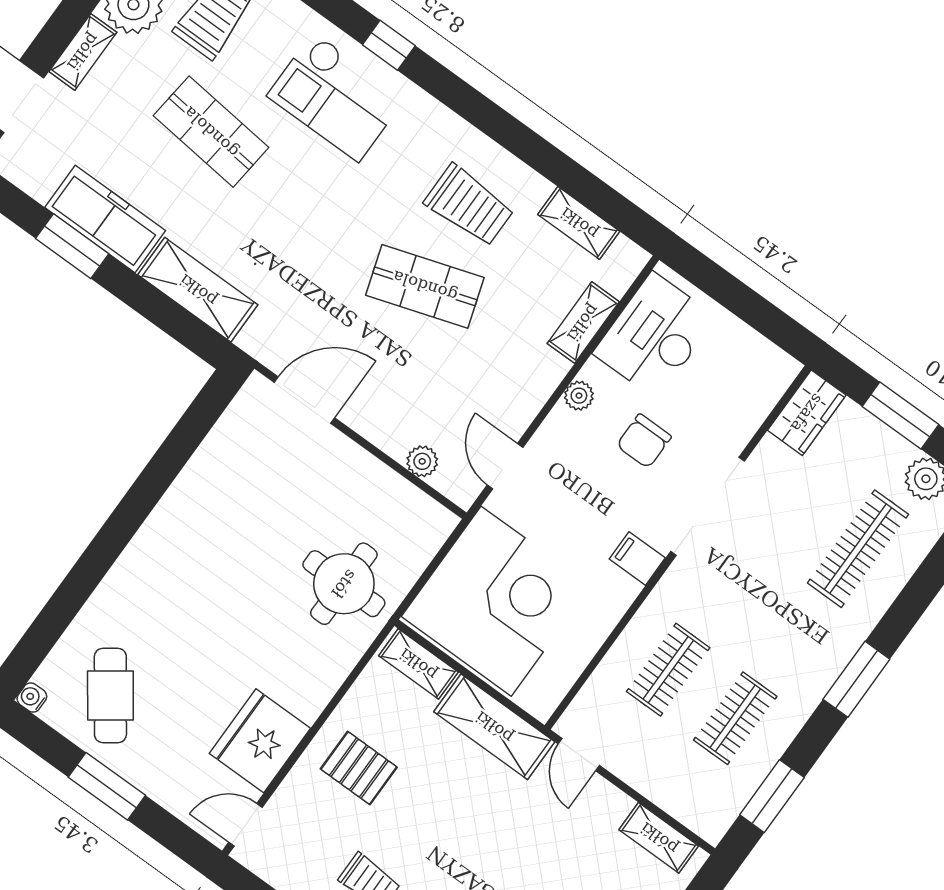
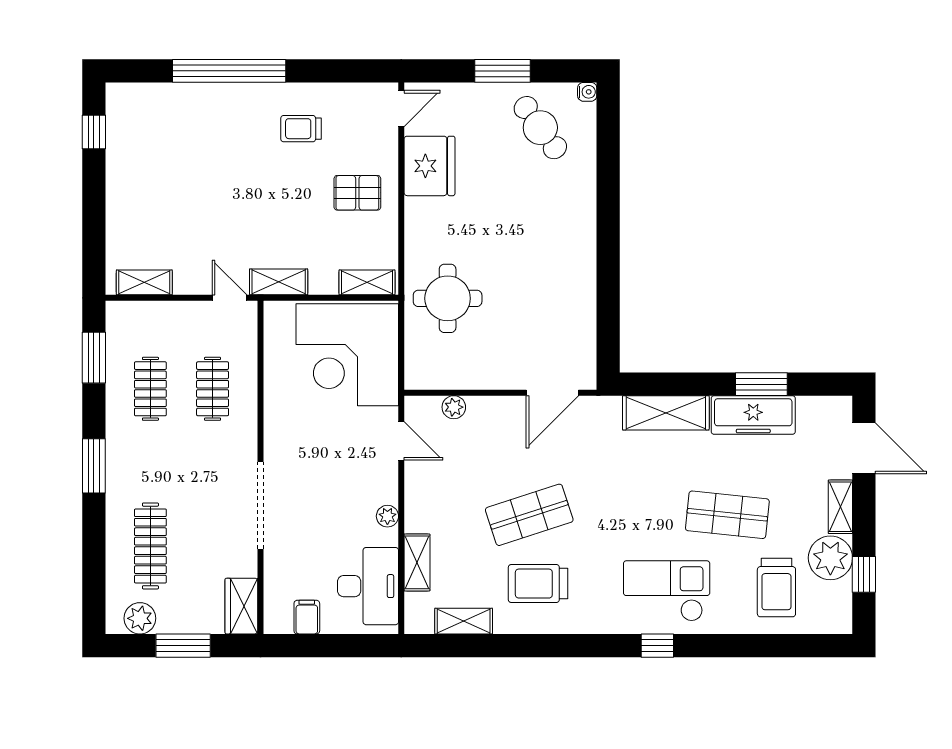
chair: (644, 441) -> (328, 517), removed
filing cabinet: (637, 558) -> (307, 617), moved, turned -90
shelving: (494, 727) -> (279, 282), width x0.67, depth x0.75

